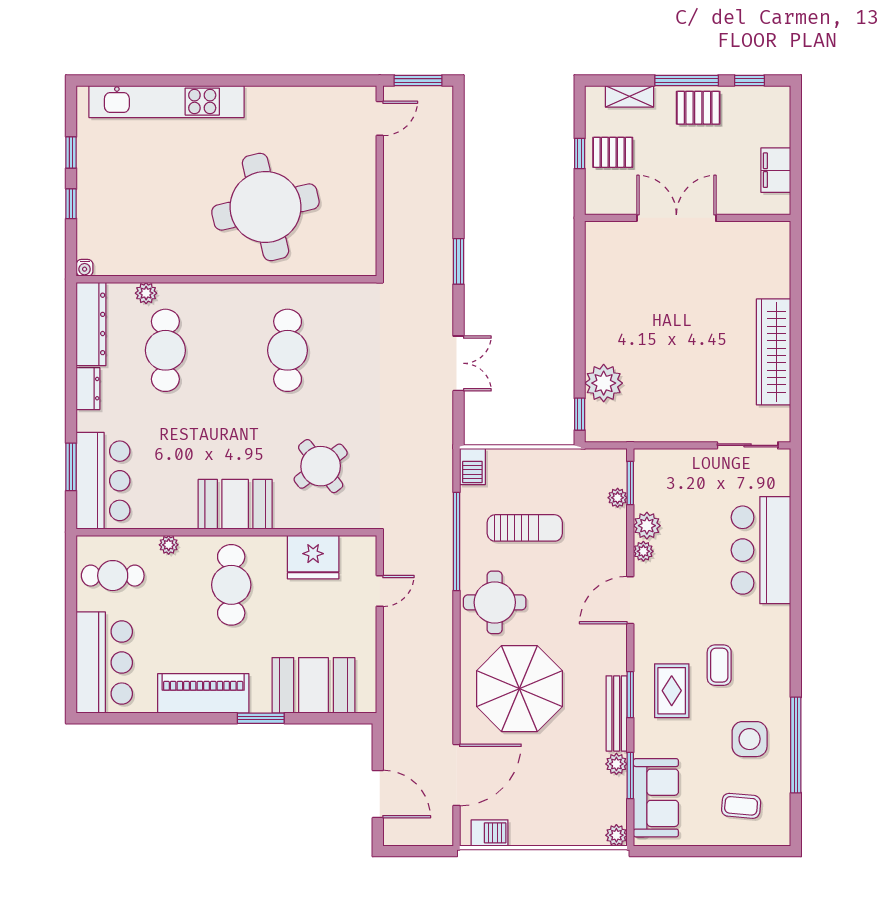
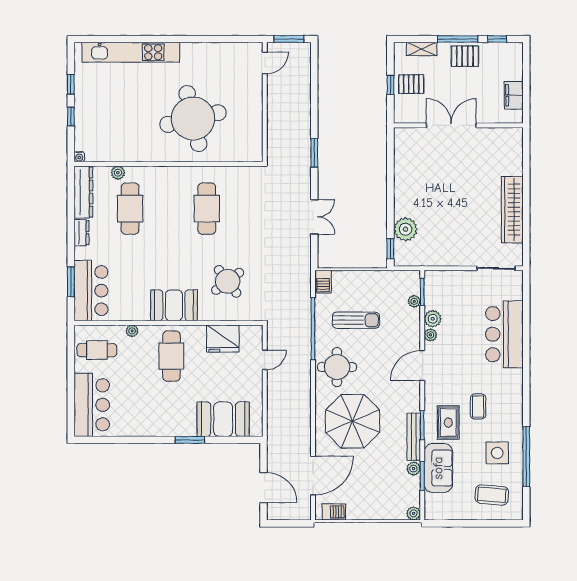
piano: (203, 693) -> (154, 424), removed
sofa: (656, 798) -> (438, 468), moved
coffee table: (741, 806) -> (492, 495), width x1.36, depth x1.30

